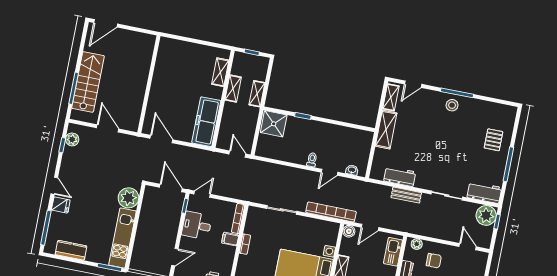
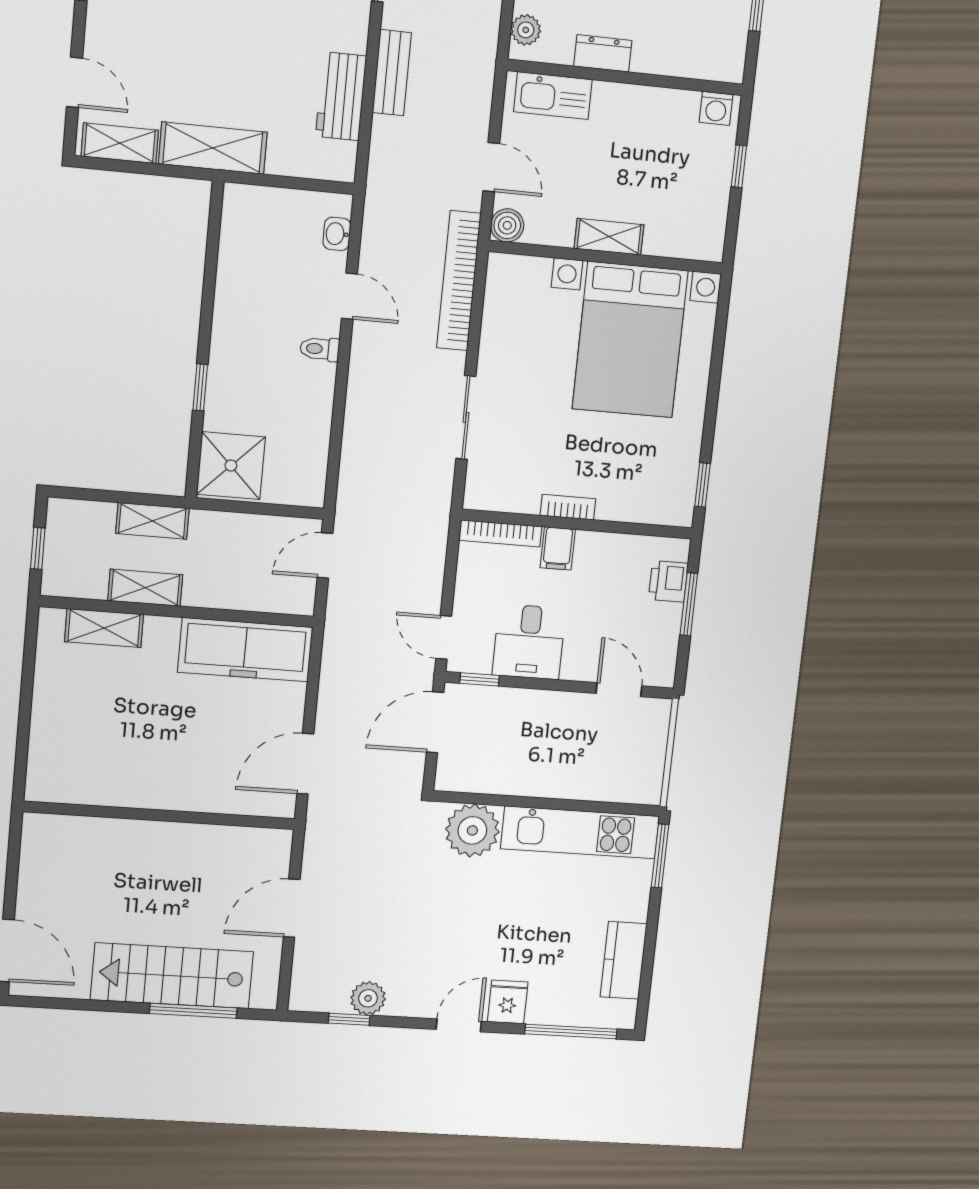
plant: (72, 139) -> (368, 998), moved

